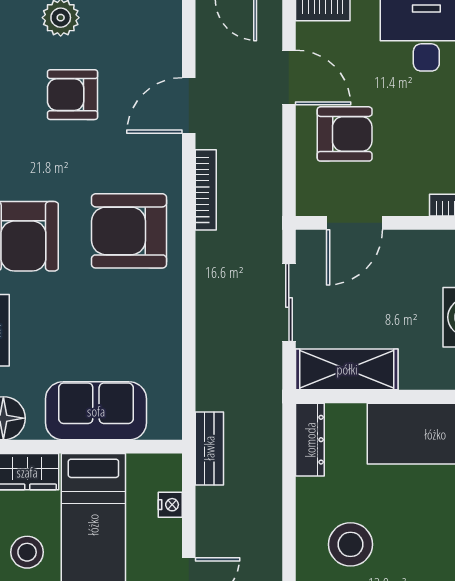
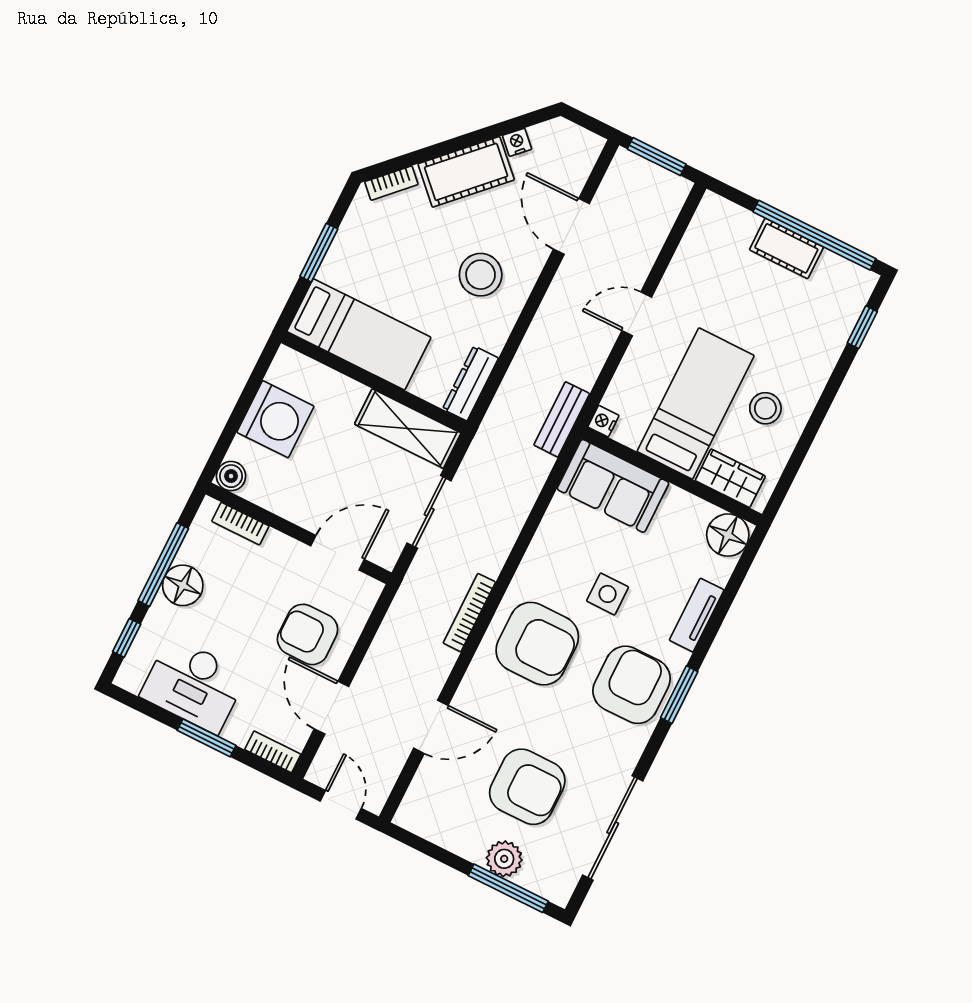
armchair: (73, 95) -> (527, 787), width x1.36, depth x1.36
bookcase: (206, 190) -> (469, 613), moved
side table: (87, 309) -> (608, 594), added
sofa: (96, 411) -> (613, 486), moved
nightstand: (170, 505) -> (603, 421), moved

